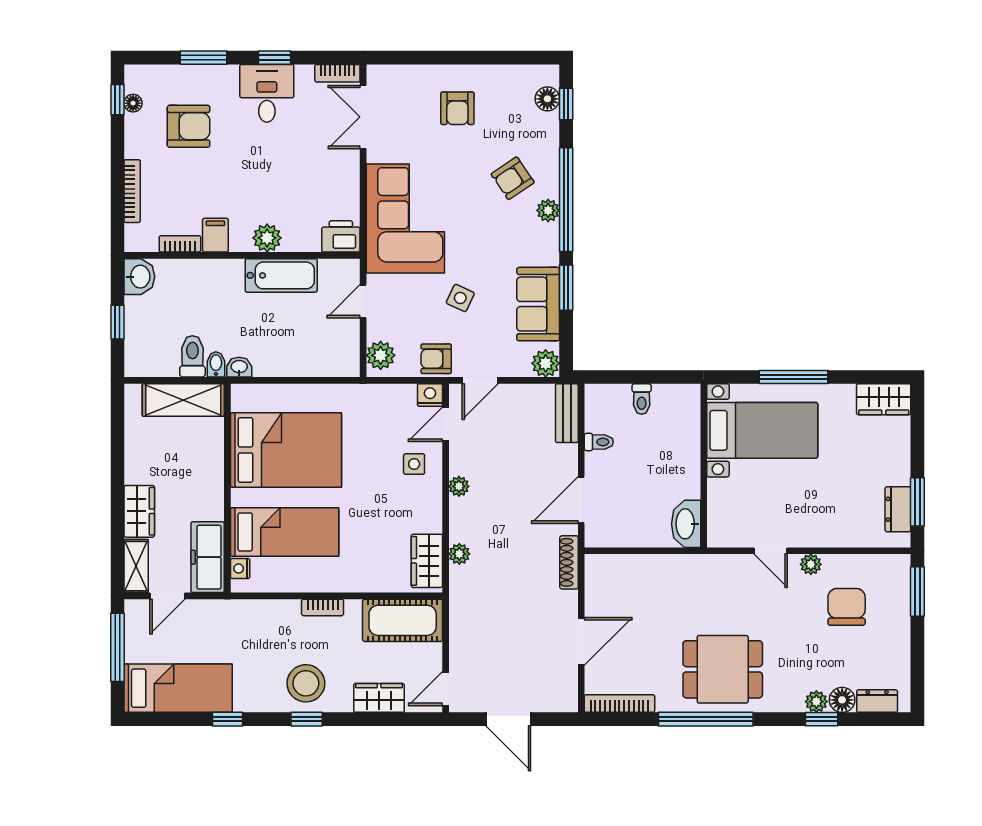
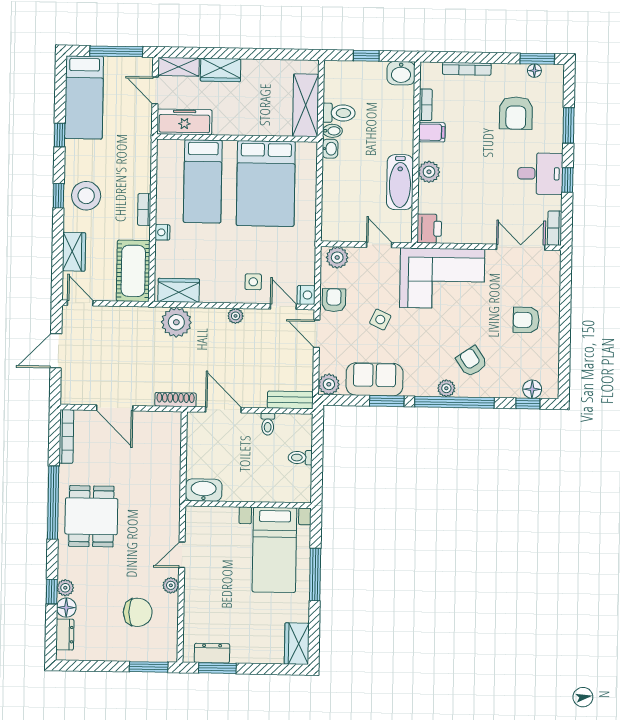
window: (117, 100) -> (537, 59), width x1.50
plant: (459, 554) -> (176, 322), width x1.88, depth x1.88
nightstand: (240, 569) -> (162, 232), moved, turned -90

